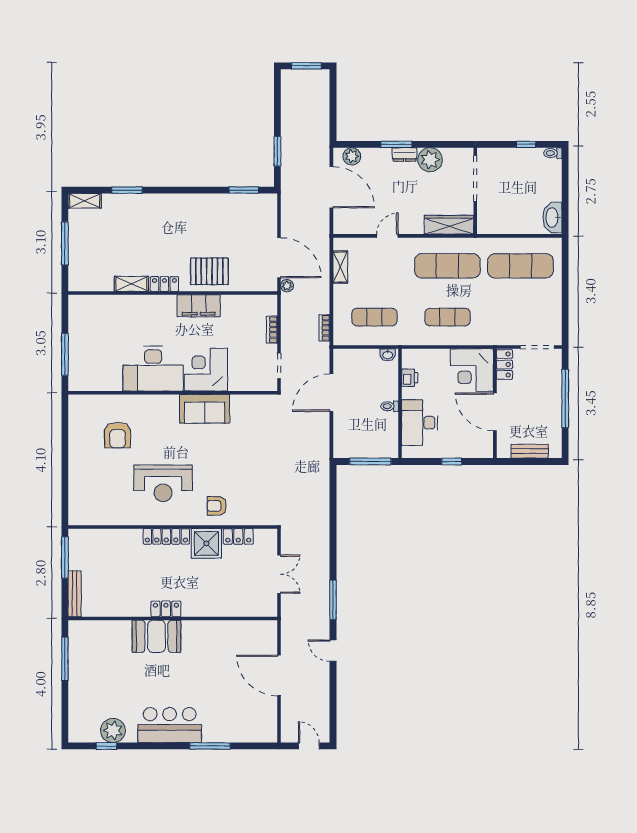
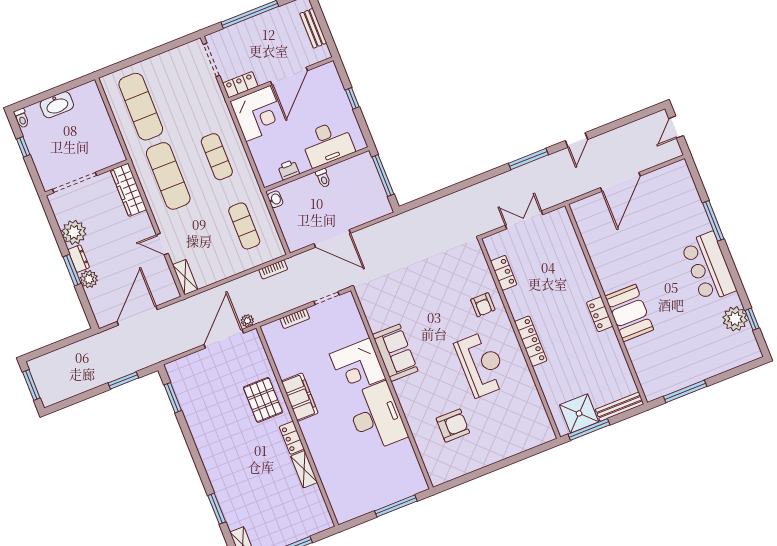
plant: (352, 156) -> (89, 279), moved
washbasin: (552, 218) -> (57, 105), moved
shelving: (340, 267) -> (185, 277), moved, turned 90
shower: (206, 543) -> (579, 413), moved

